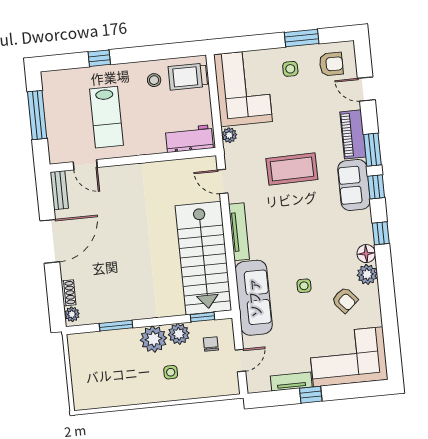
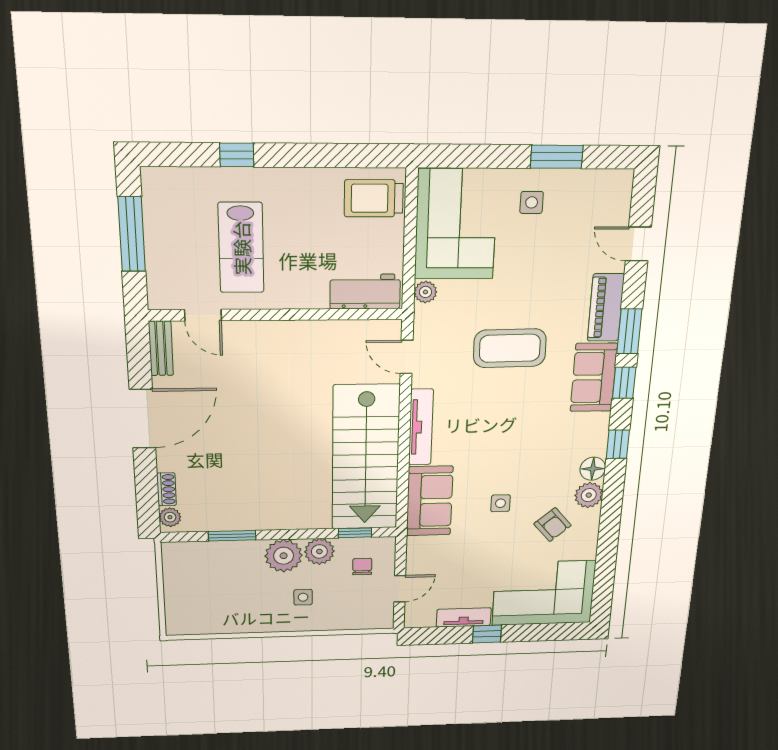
armchair: (331, 64) -> (594, 202), removed
stool: (154, 80) -> (321, 198), removed
sofa: (254, 298) -> (430, 501), width x0.73

